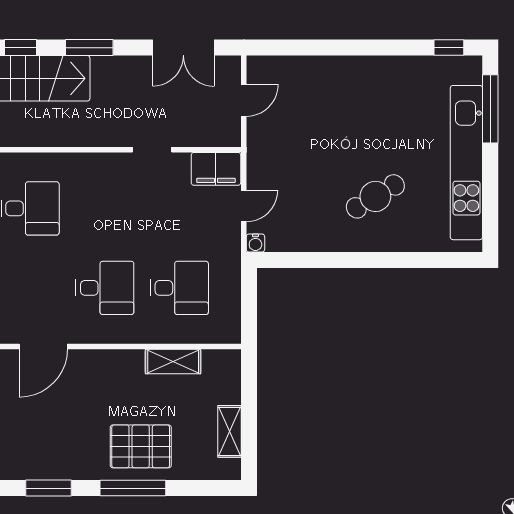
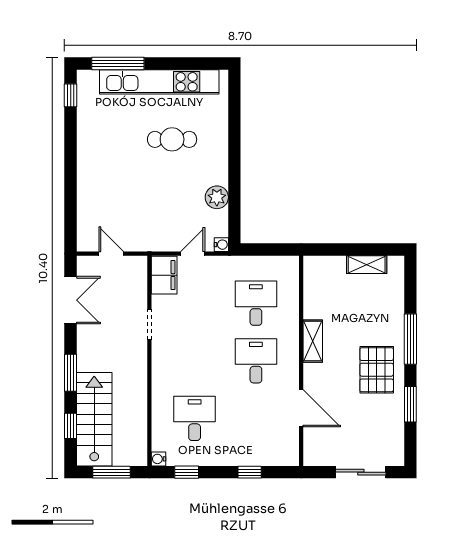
cafe table: (375, 196) -> (172, 139), moved, turned -59
door: (244, 206) -> (193, 254), hinge flipped
plant: (317, 237) -> (217, 197), added
shelving: (173, 362) -> (313, 341), moved
pallet: (141, 446) -> (377, 370), moved

